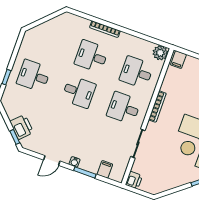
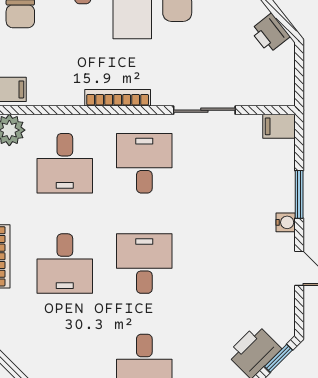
desk: (124, 108) -> (144, 163), turned 180
filing cabinet: (105, 169) -> (279, 126), moved
printer: (134, 180) -> (270, 33), moved, turned -128

